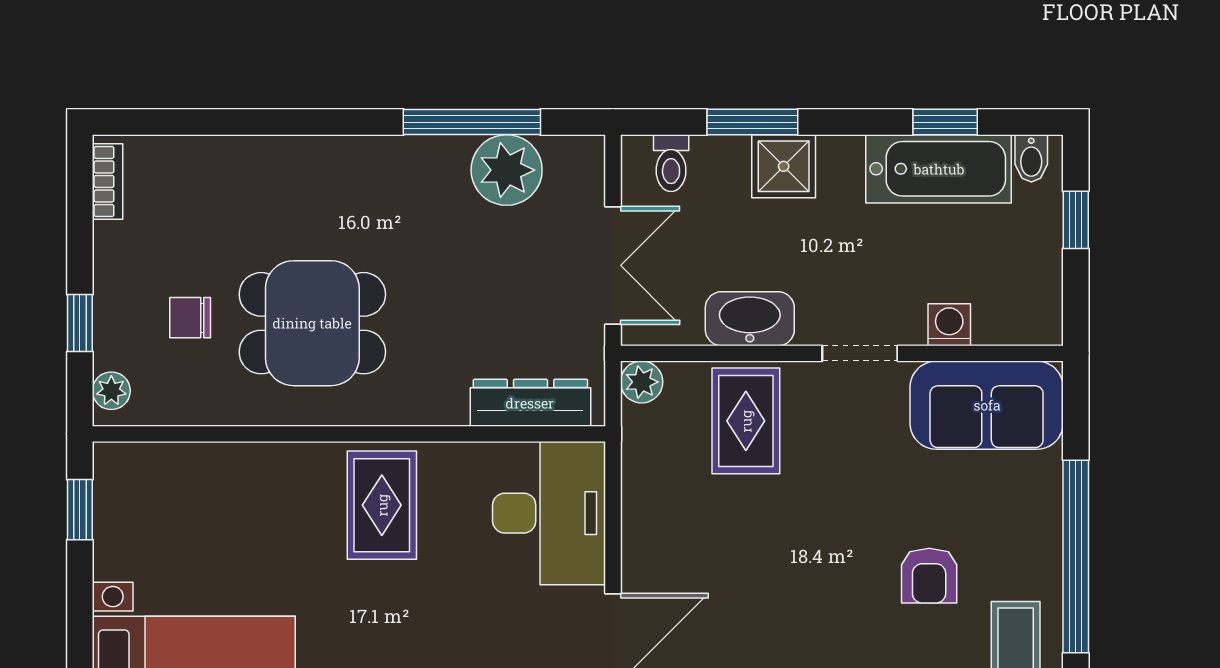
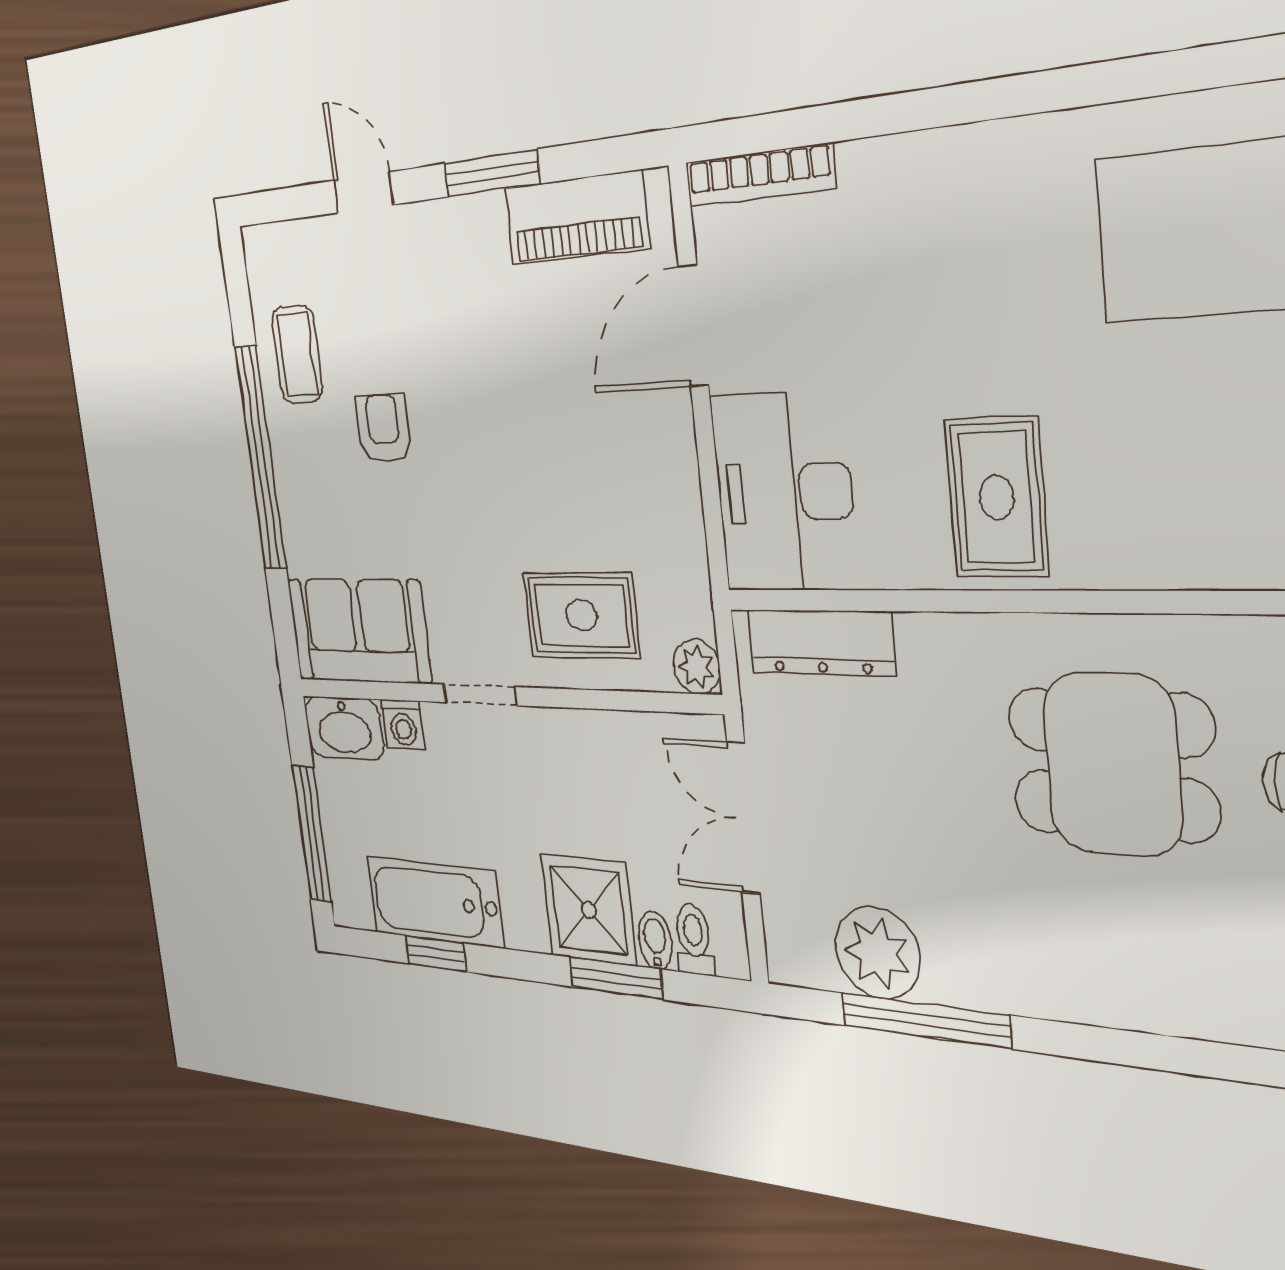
bidet: (1031, 158) -> (655, 941), moved
shower: (784, 166) -> (589, 910), width x1.36, depth x1.36
window: (1076, 220) -> (312, 833), width x2.17
washbasin: (750, 319) -> (344, 728), moved
rug: (746, 421) -> (581, 615), turned 90

